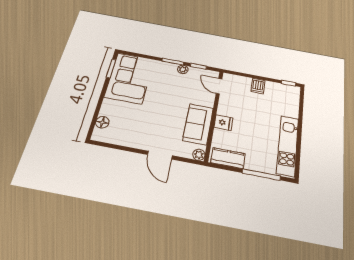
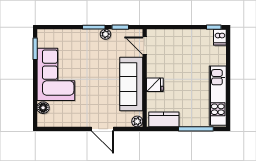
corner sofa: (130, 78) -> (56, 74), moved
dishwasher: (258, 86) -> (220, 37), moved
sofa: (198, 124) -> (131, 84), width x1.36

